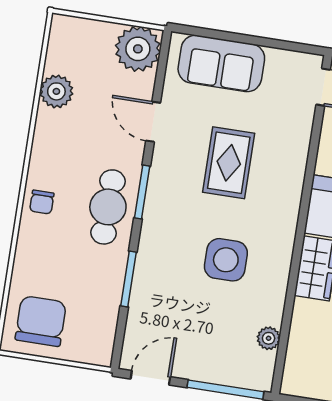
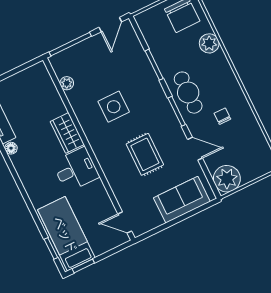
plant: (56, 91) -> (209, 43), moved
chair: (42, 202) -> (222, 116), moved

